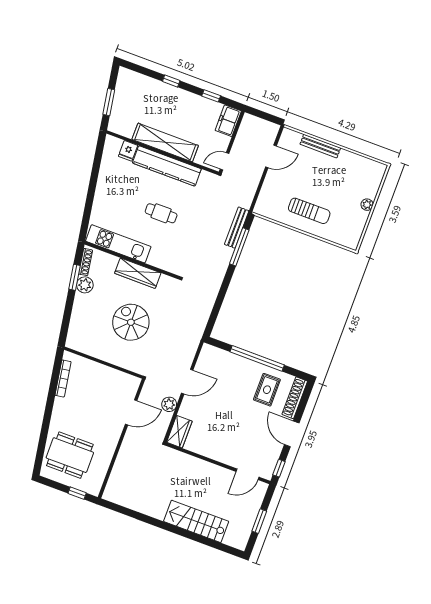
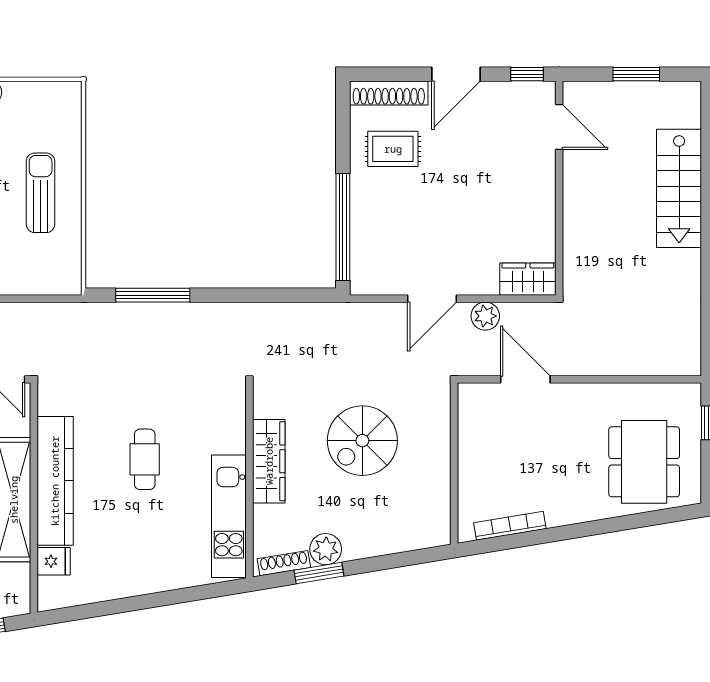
bench: (237, 228) -> (120, 313), removed
window: (257, 358) -> (343, 227), moved
door: (187, 382) -> (432, 299), swing flipped

